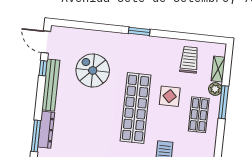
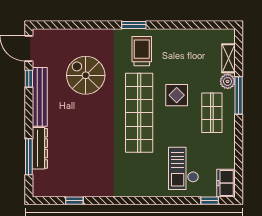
trolley: (189, 60) -> (142, 51), moved

